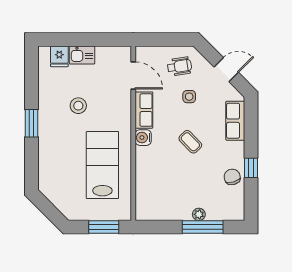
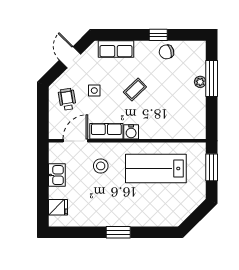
kitchen sink: (82, 55) -> (57, 175), moved
stool: (78, 106) -> (101, 166), moved

